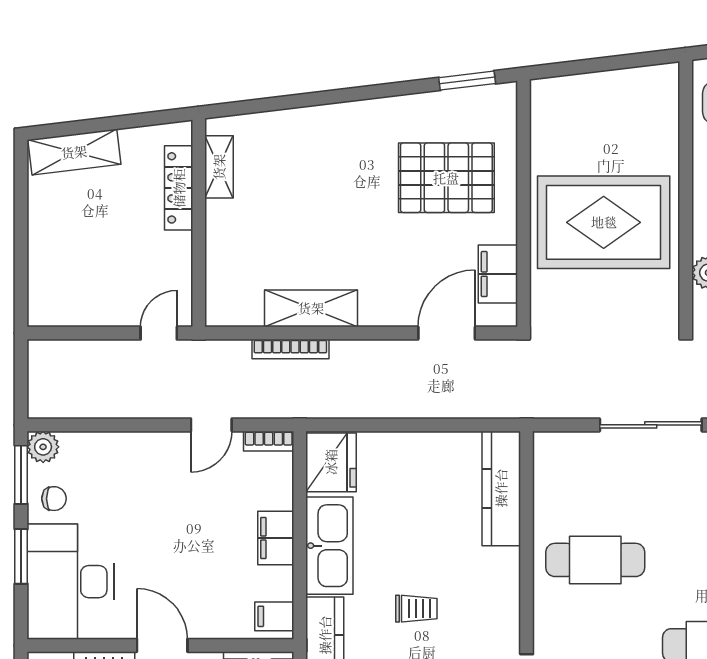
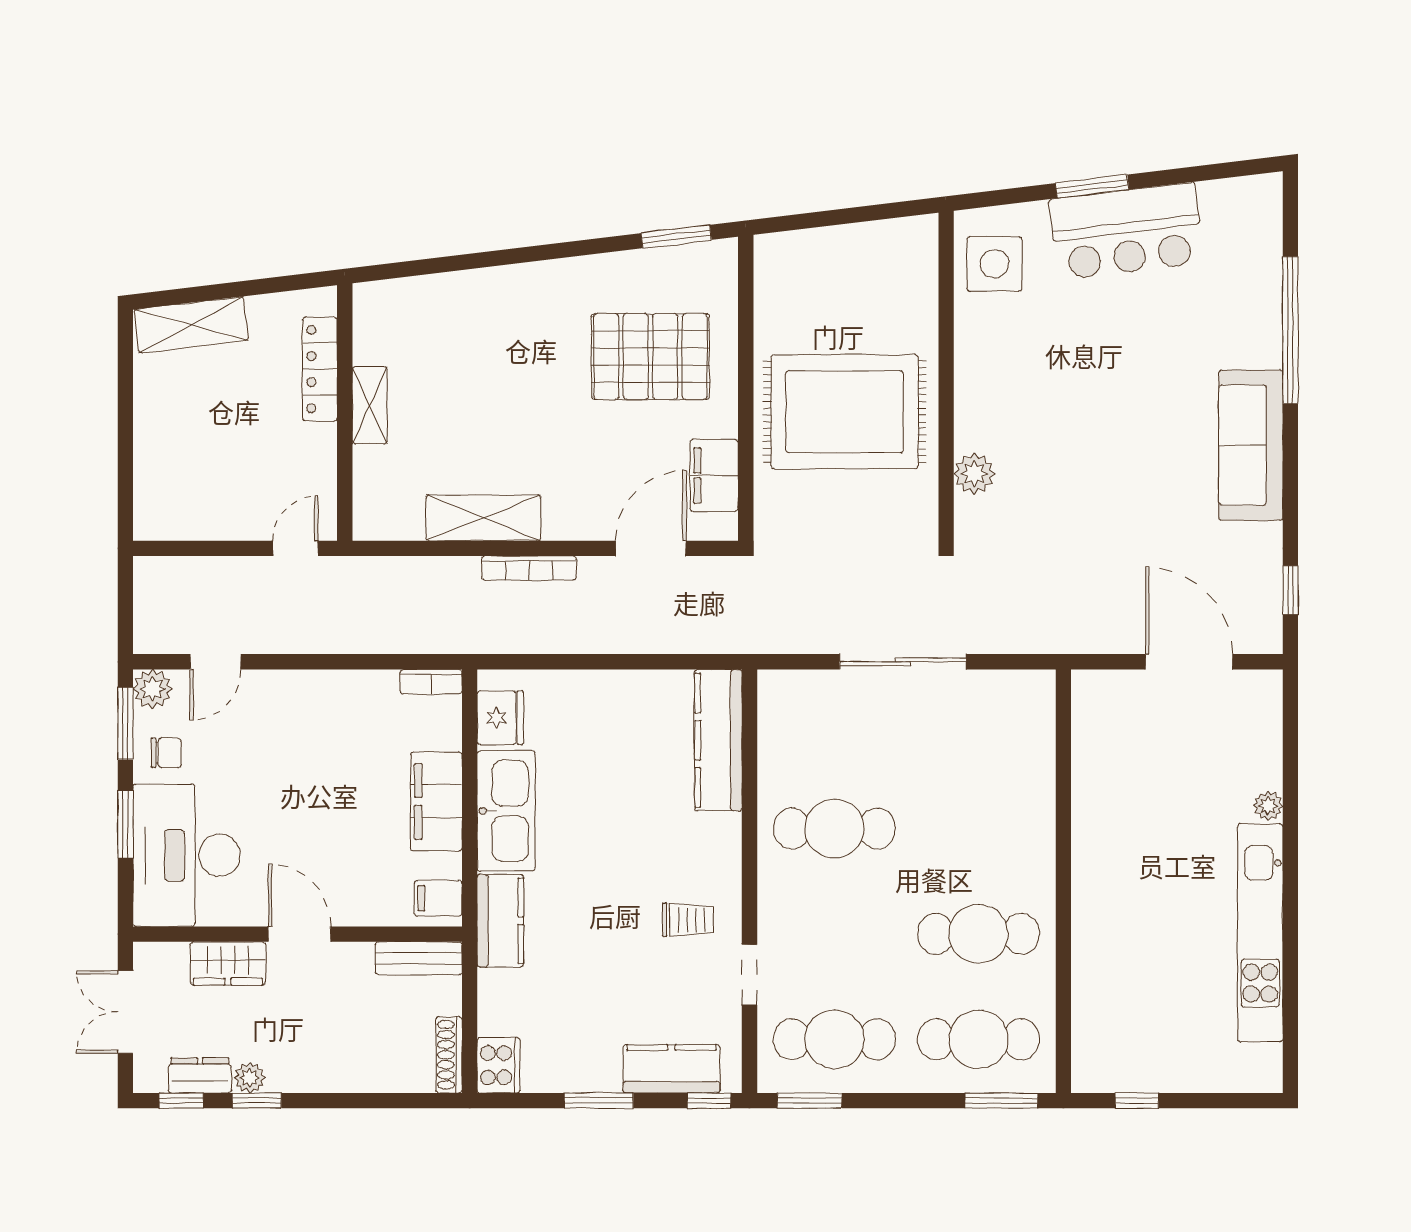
shelving: (219, 167) -> (370, 405), moved
bookcase: (290, 349) -> (529, 568), moved
door: (211, 425) -> (215, 662), moved
fridge: (331, 462) -> (500, 718), width x0.73, depth x0.75
filing cabinet: (276, 538) -> (436, 801), width x1.50, depth x1.17
trolley: (416, 609) -> (688, 920), moved

